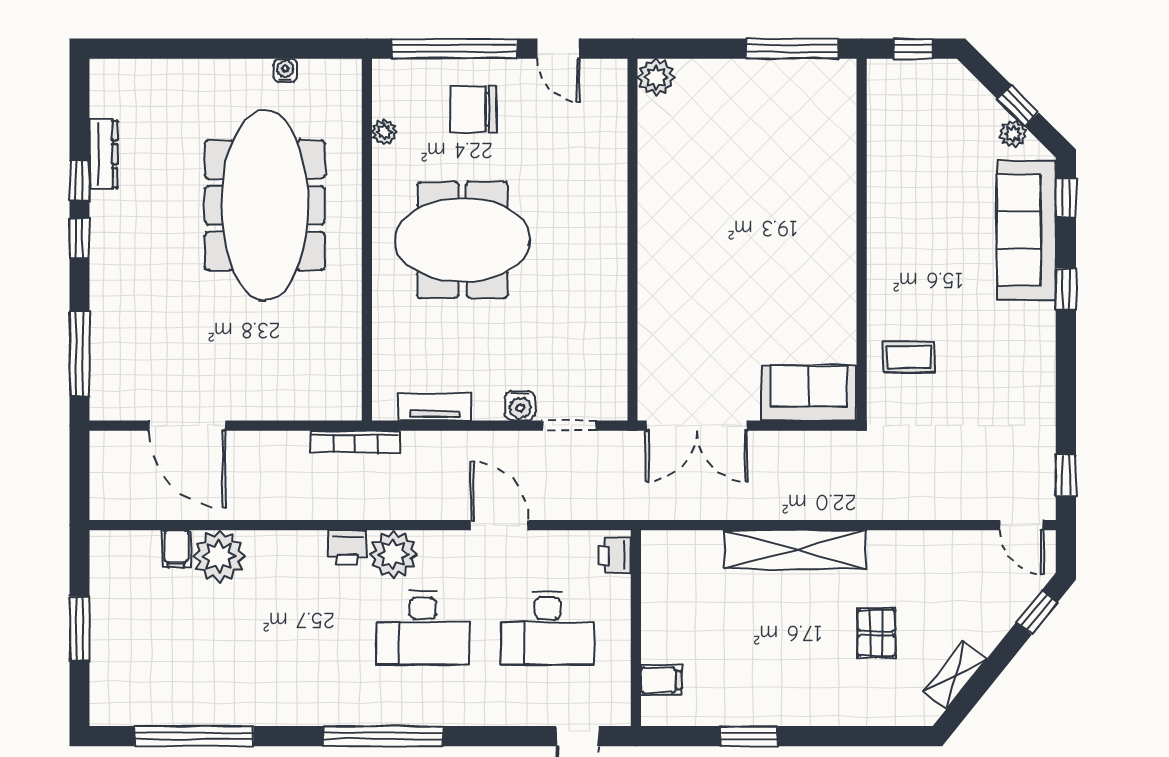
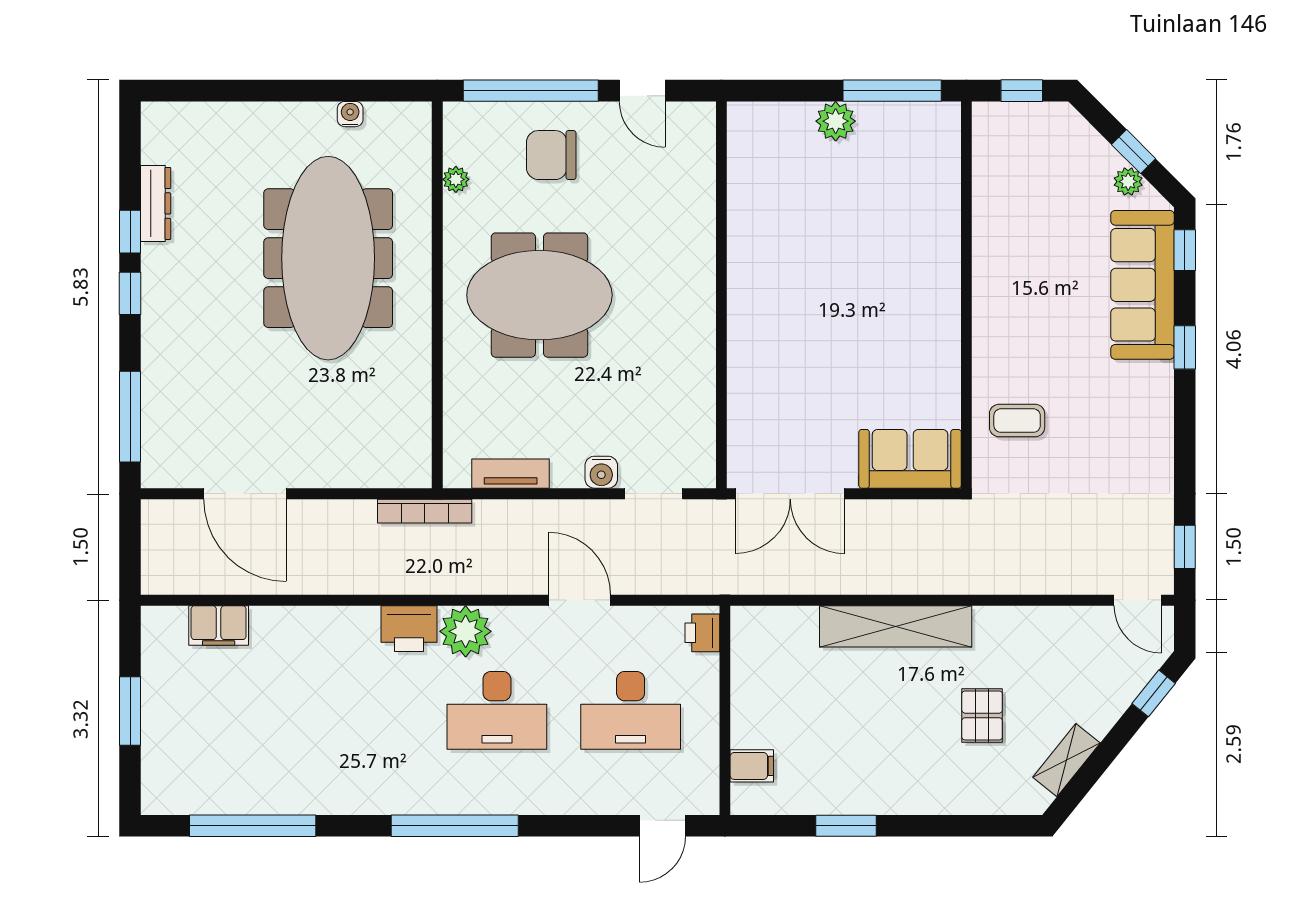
plant: (656, 77) -> (836, 121), moved
printer: (347, 548) -> (409, 629), width x1.36, depth x1.24
filing cabinet: (176, 549) -> (219, 625), width x2.00
plant: (219, 556) -> (279, 634), removed

